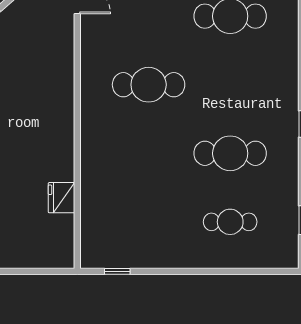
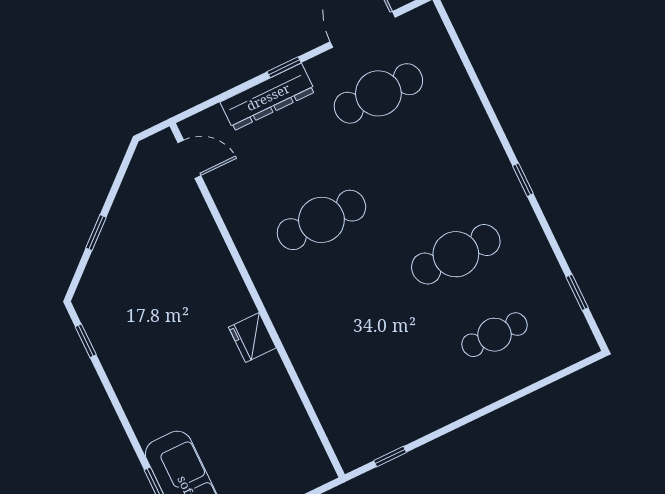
fridge: (61, 198) -> (252, 337), moved

